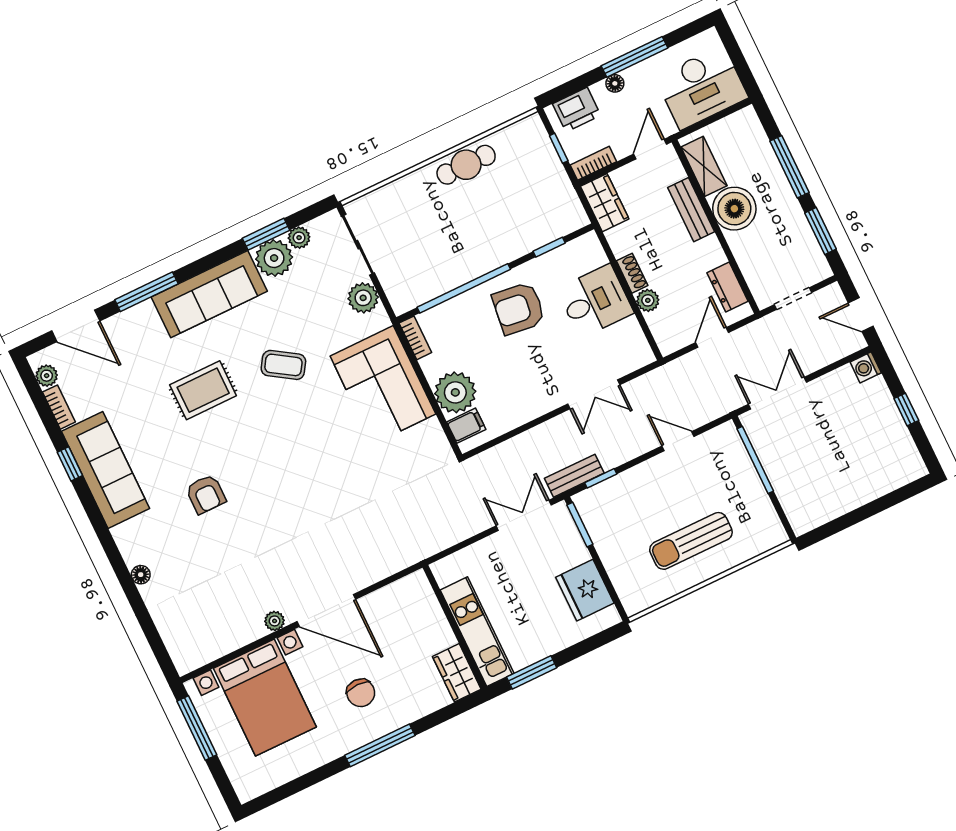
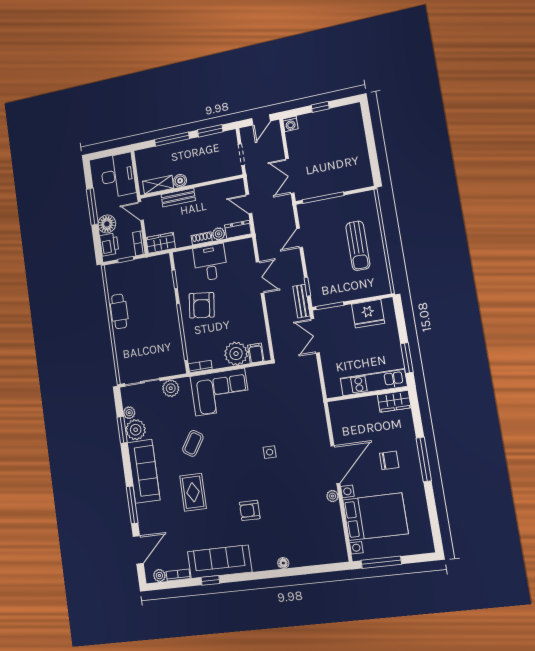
floor lamp: (615, 83) -> (107, 224), width x1.89, depth x1.89
boiler: (734, 209) -> (180, 181), width x0.54, depth x0.54
dresser: (727, 287) -> (238, 229), moved, turned 180
armchair: (206, 494) -> (250, 510), turned 180
side table: (311, 498) -> (270, 452), added

